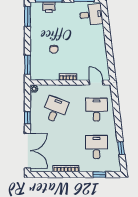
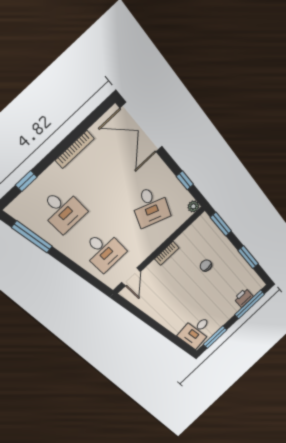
window: (27, 16) -> (248, 257), moved
door: (96, 83) -> (131, 277), hinge flipped
window: (27, 118) -> (185, 180), moved
window: (121, 148) -> (32, 237), width x2.17

